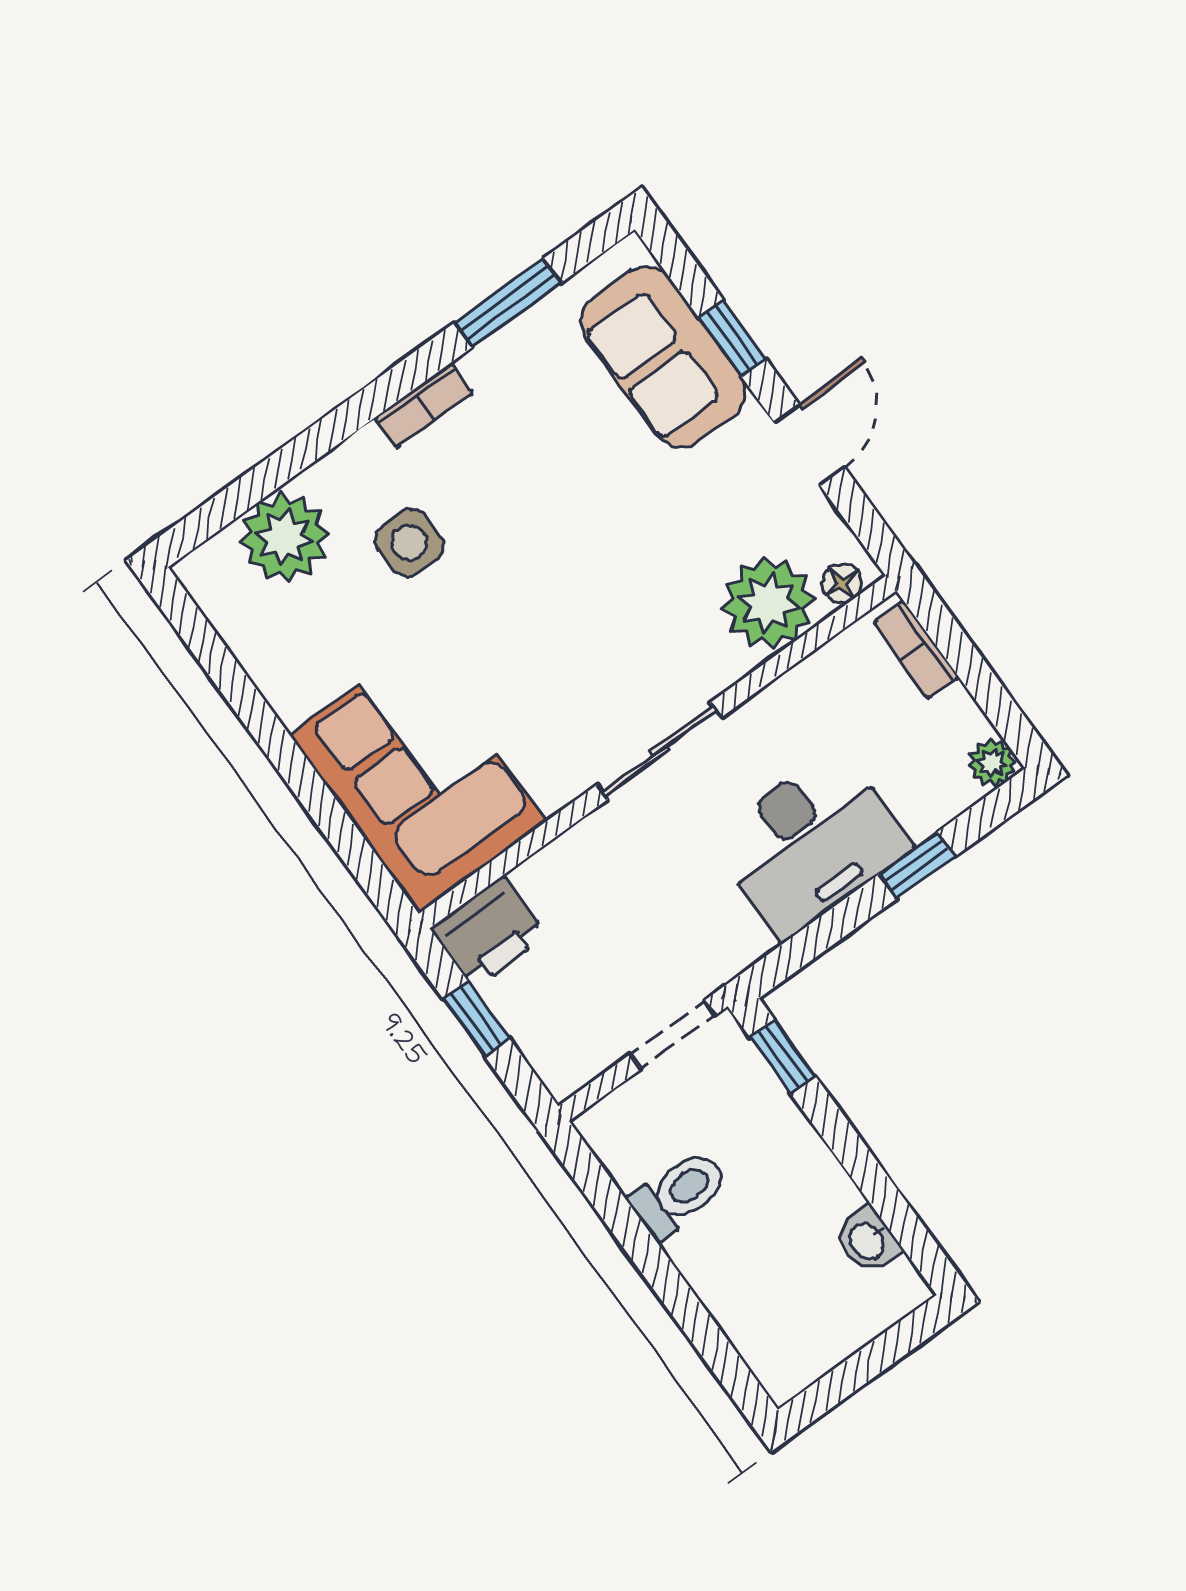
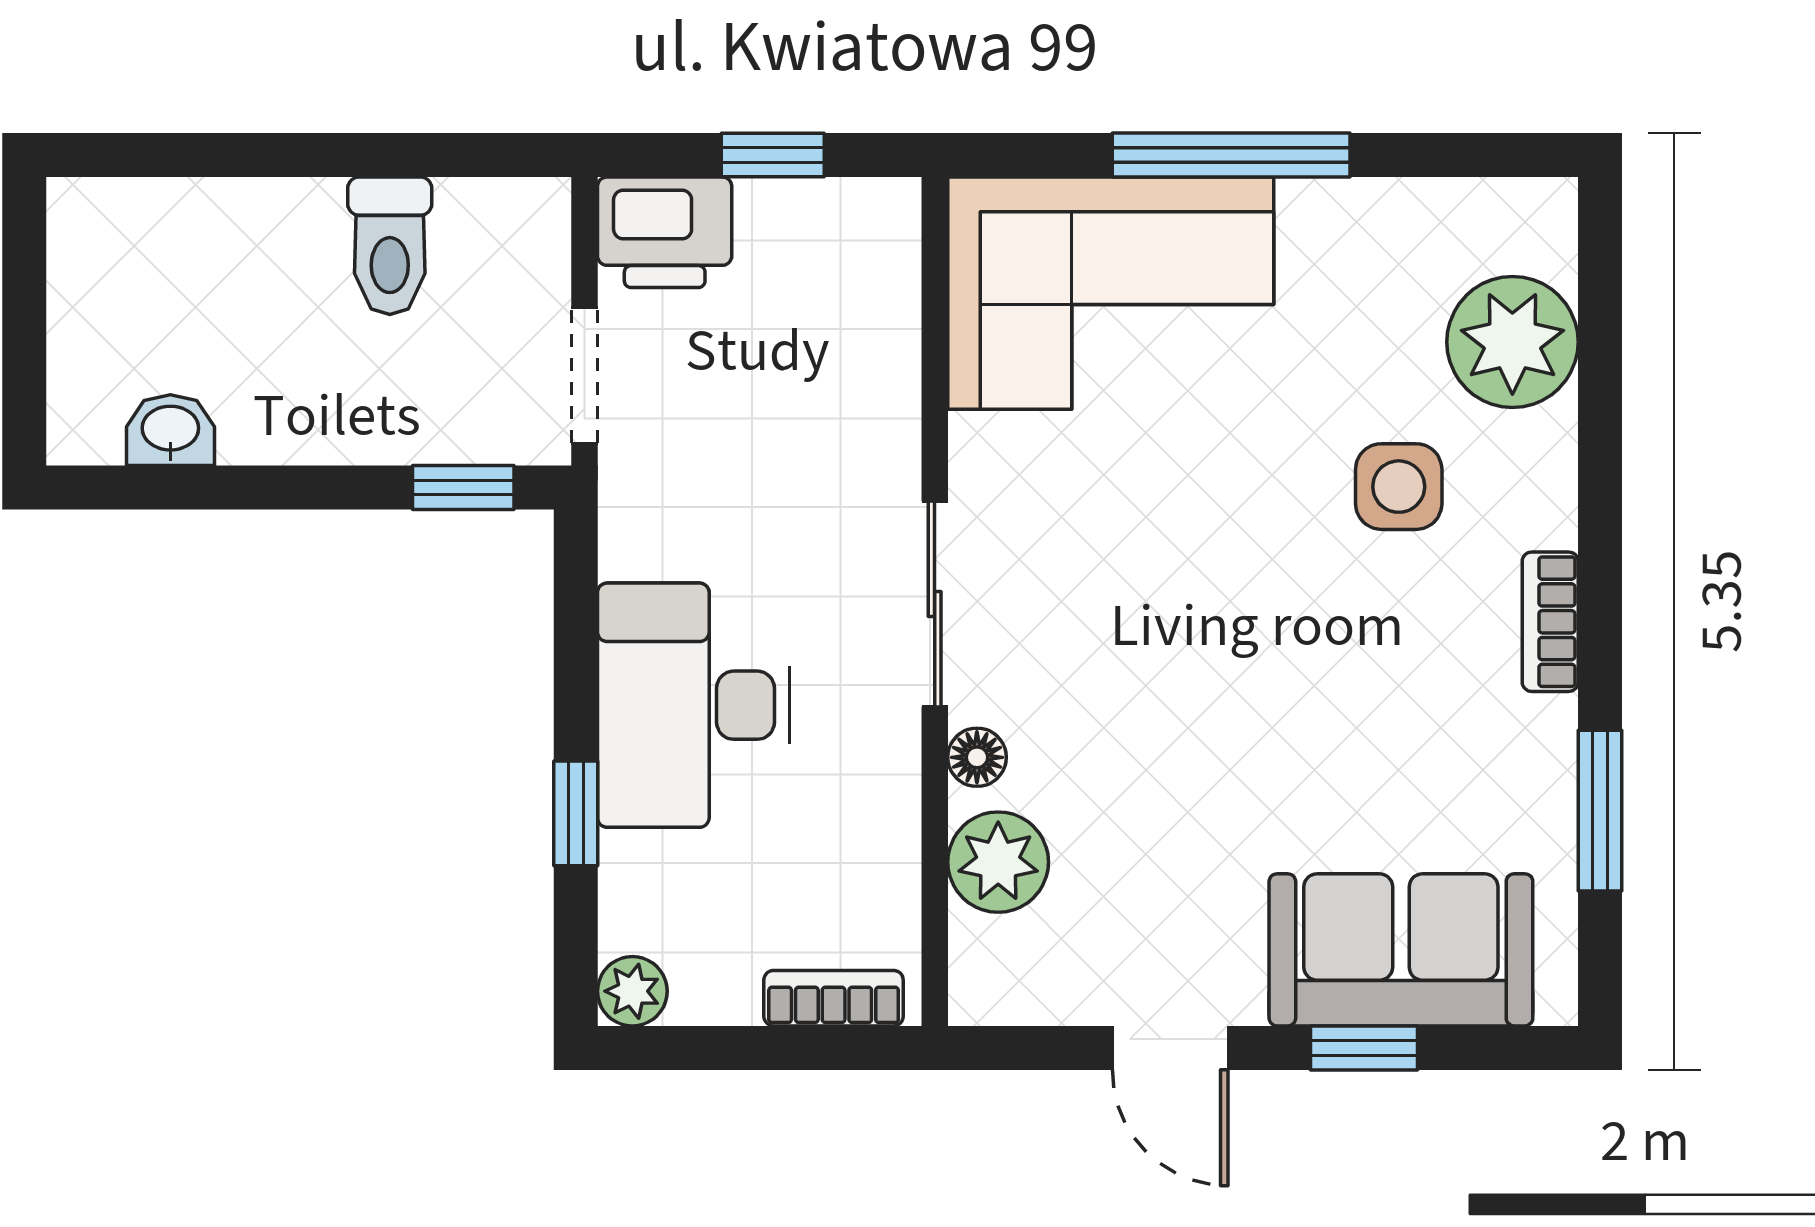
floor lamp: (842, 583) -> (977, 757), moved
plant: (768, 603) -> (998, 862), width x0.73, depth x0.73
window: (294, 767) -> (1231, 155), added
printer: (488, 932) -> (665, 232), moved, turned -90

